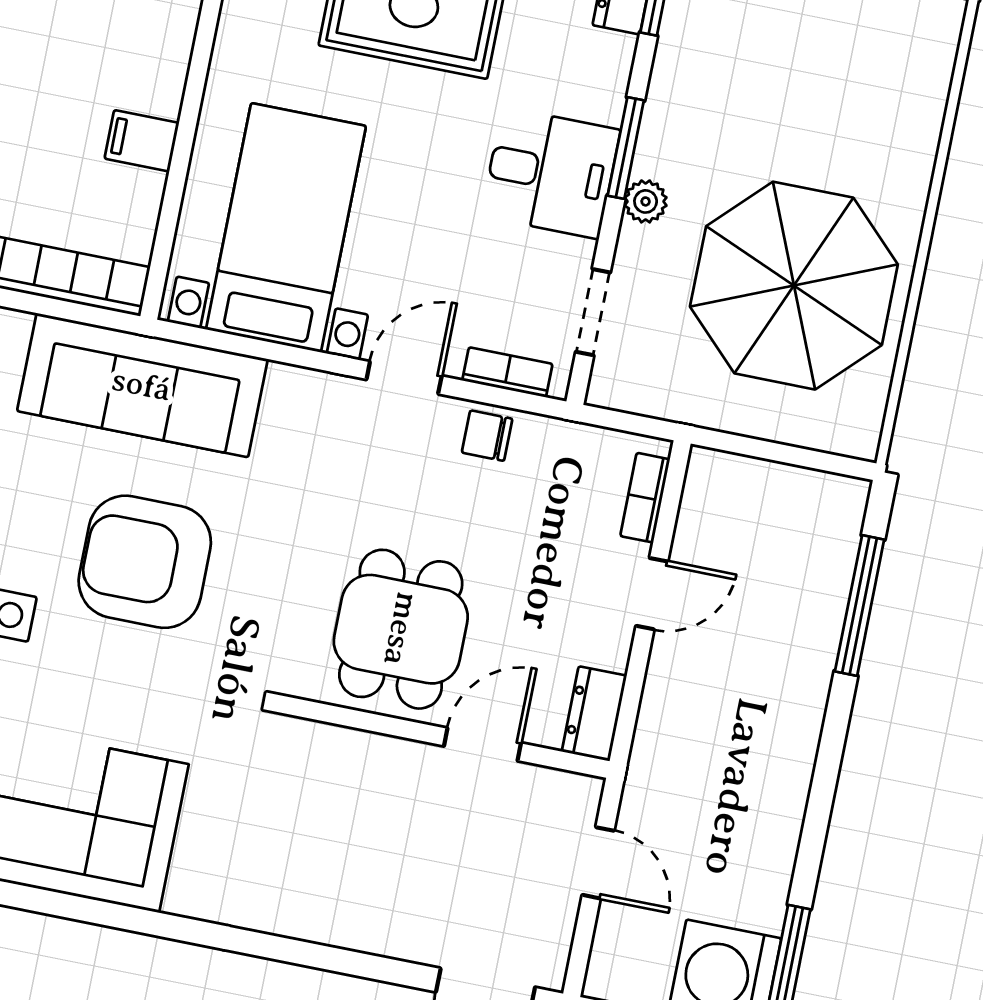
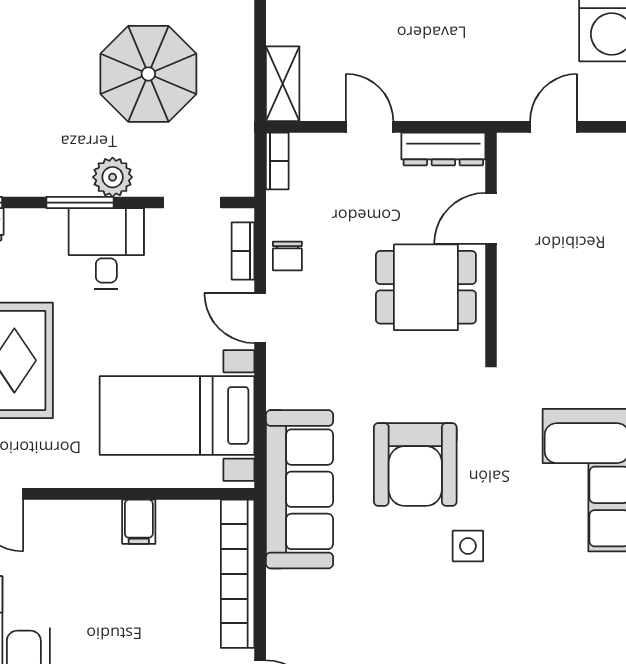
plant: (646, 201) -> (113, 177), width x1.38, depth x1.38
parasol: (794, 286) -> (148, 74), width x0.73, depth x0.73
shelving: (740, 479) -> (283, 84), added
bookcase: (645, 498) -> (277, 161), moved, turned -90
dresser: (594, 714) -> (443, 149), width x1.44
door: (483, 744) -> (491, 218), hinge flipped

